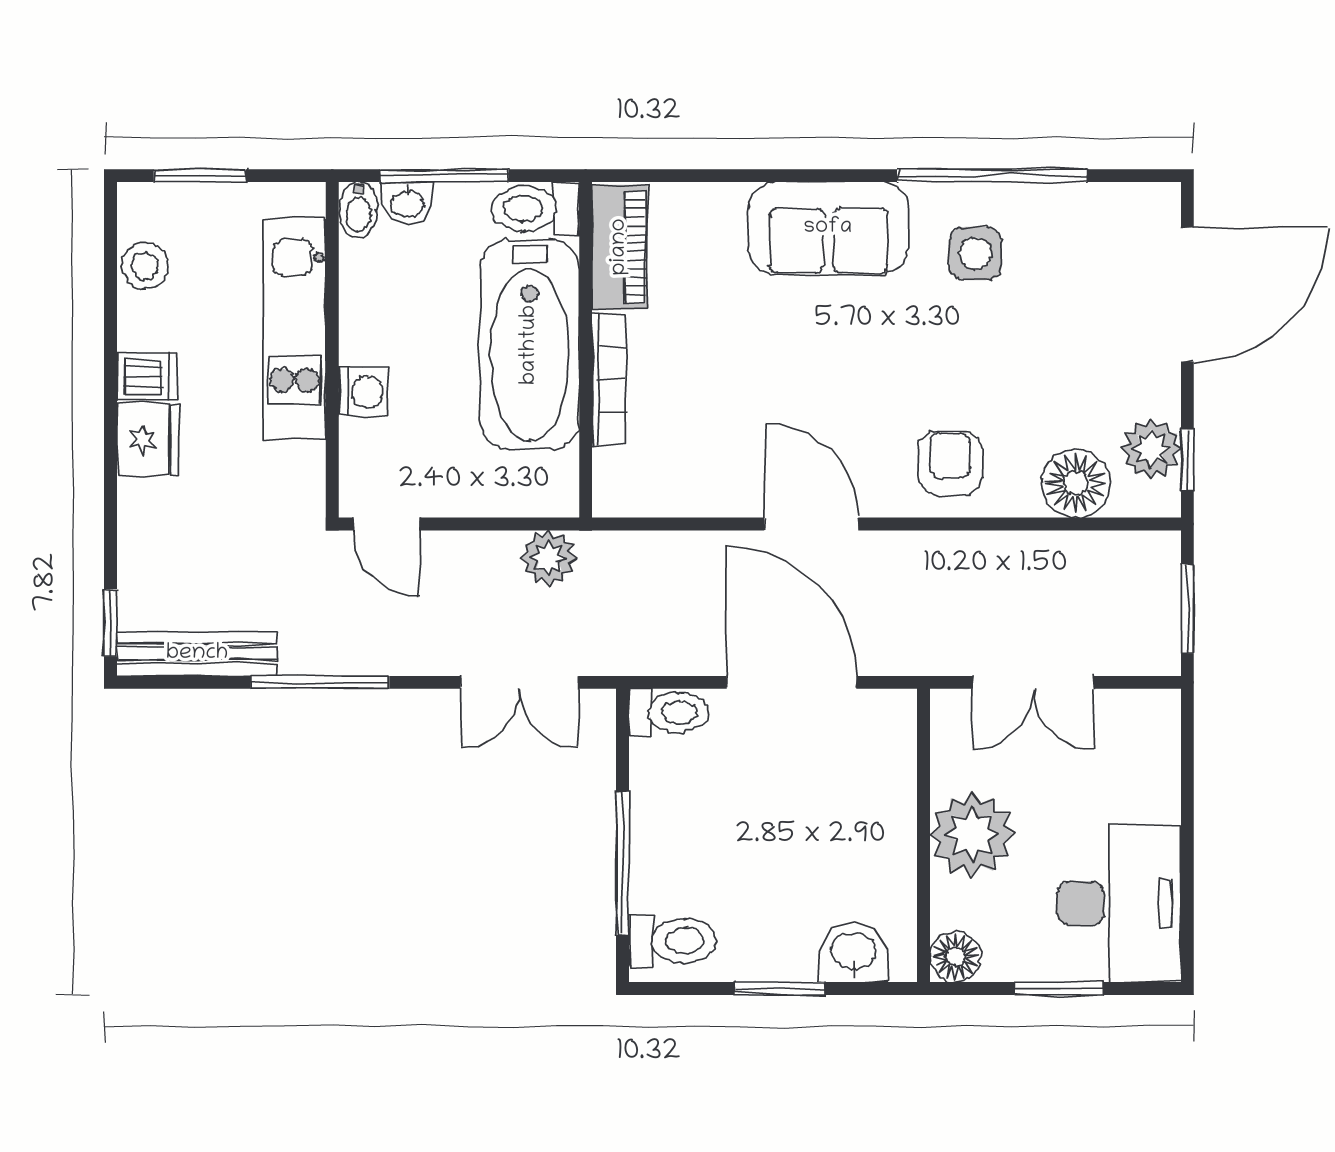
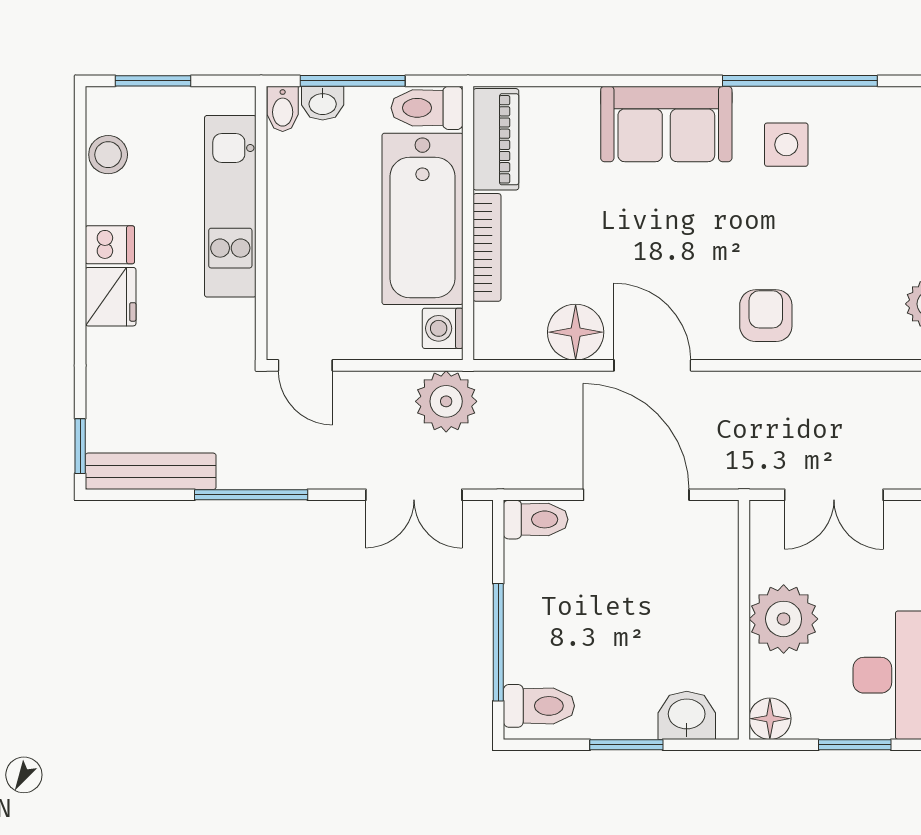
washing machine: (363, 392) -> (443, 328), moved, turned 180
floor lamp: (1076, 483) -> (576, 332), moved
plant: (549, 558) -> (446, 401), width x1.36, depth x1.36

